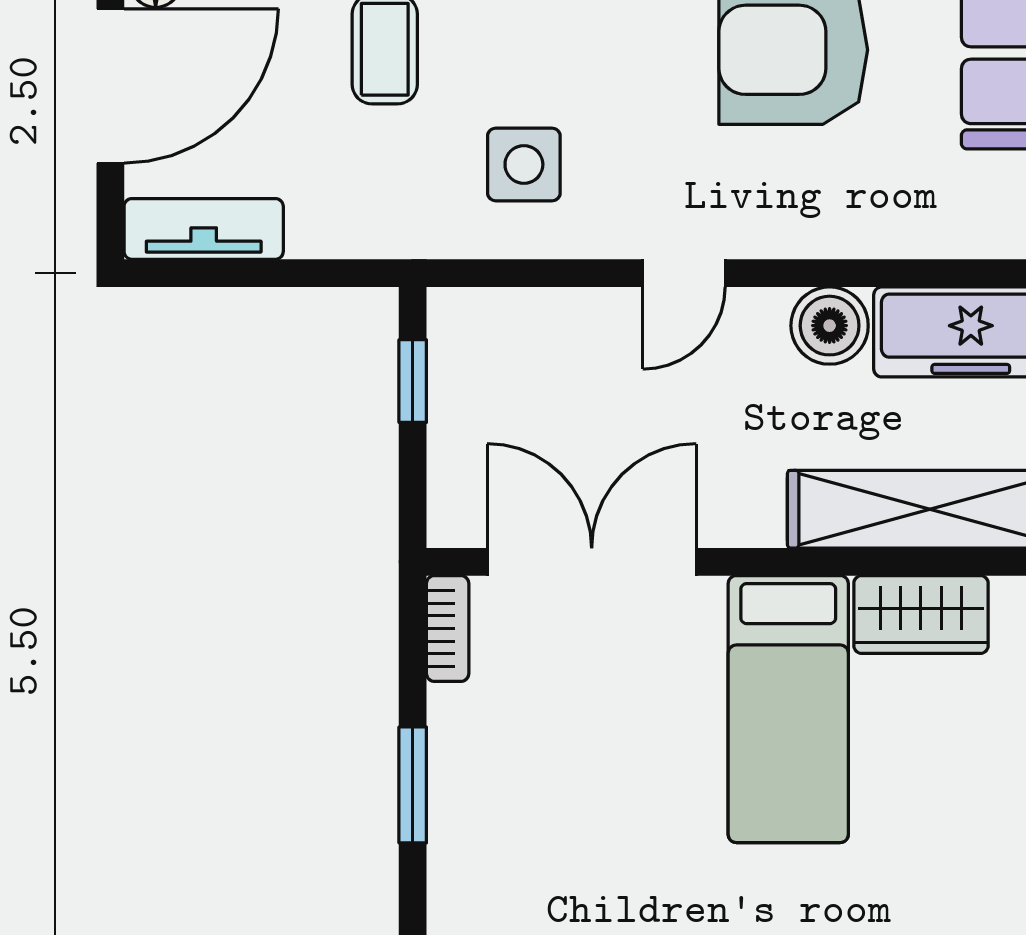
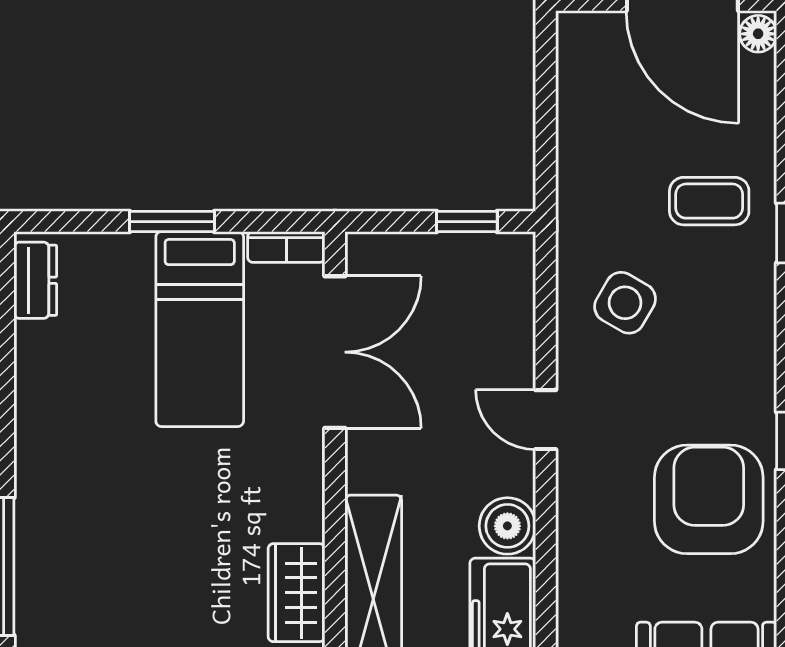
side table: (524, 164) -> (625, 303), turned 30
tv unit: (204, 229) -> (578, 69), removed
bed: (788, 709) -> (200, 329), moved, turned -90

